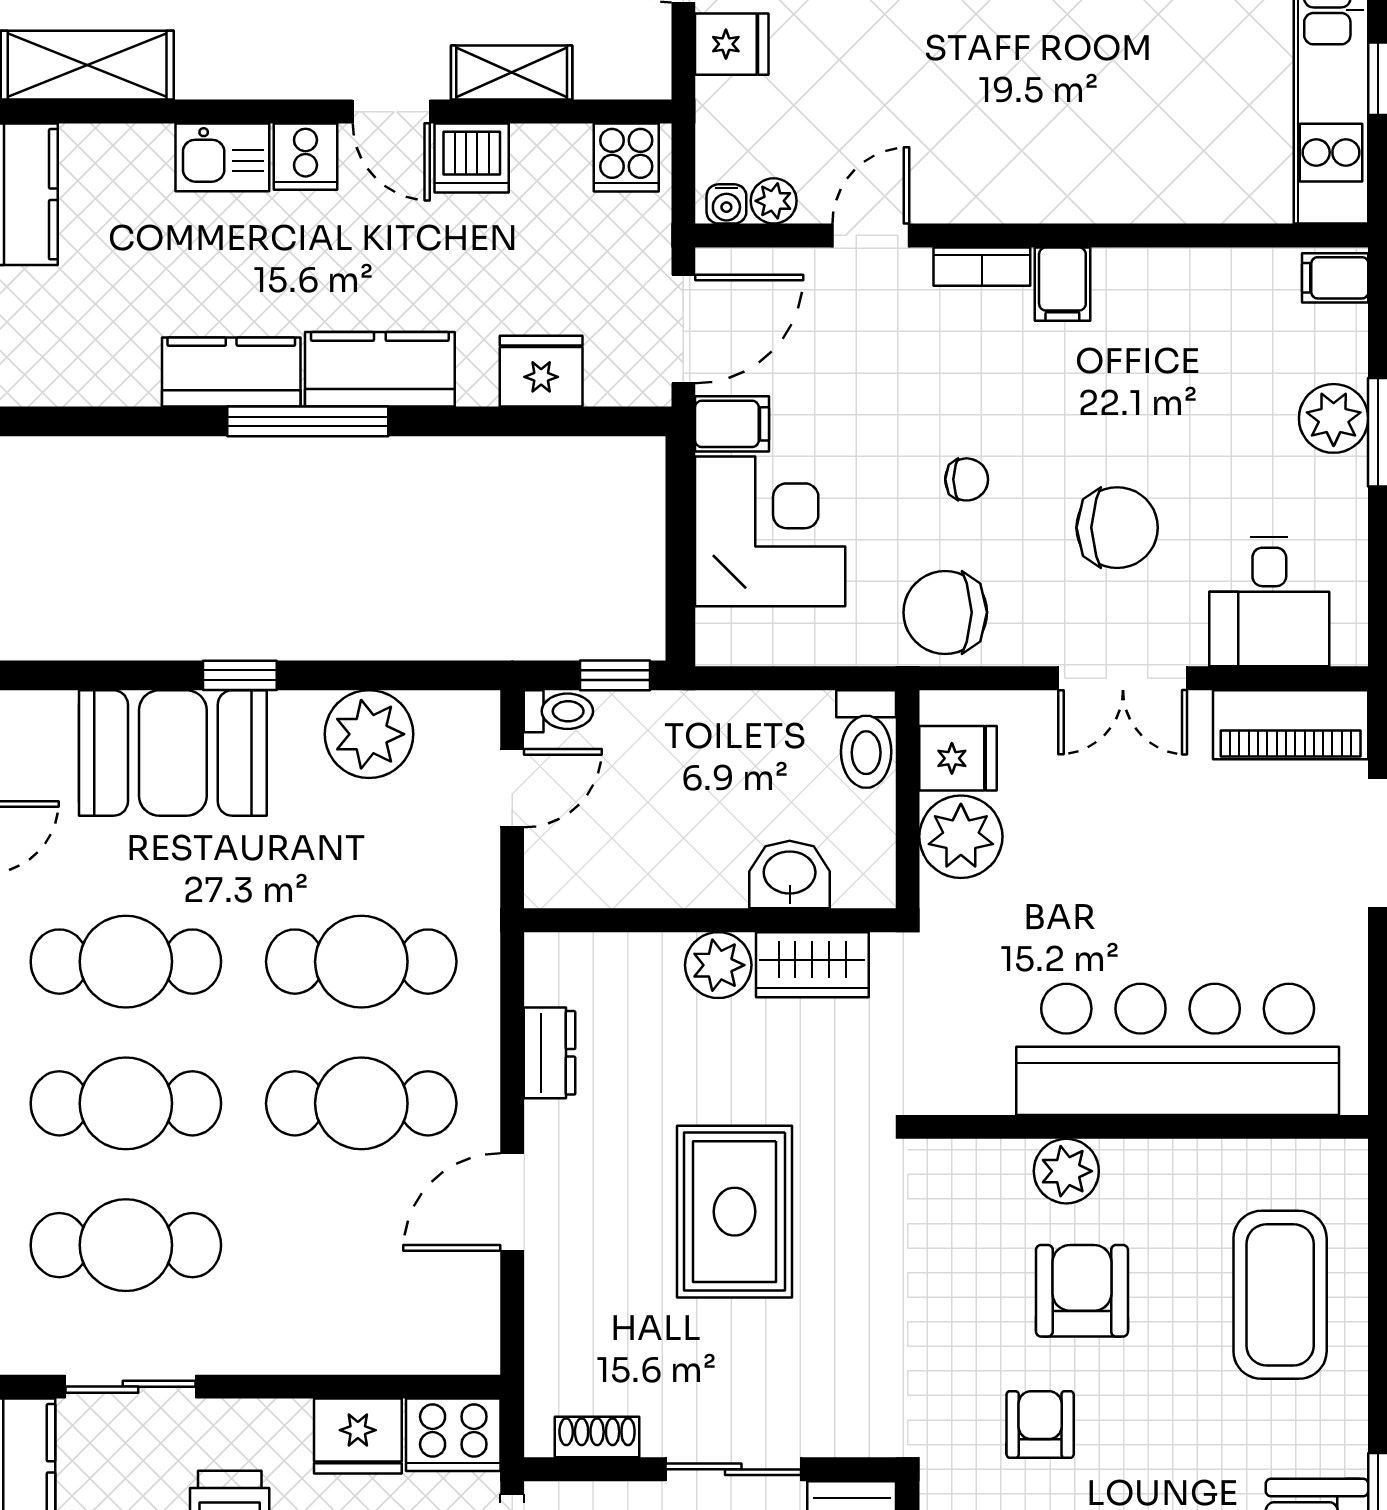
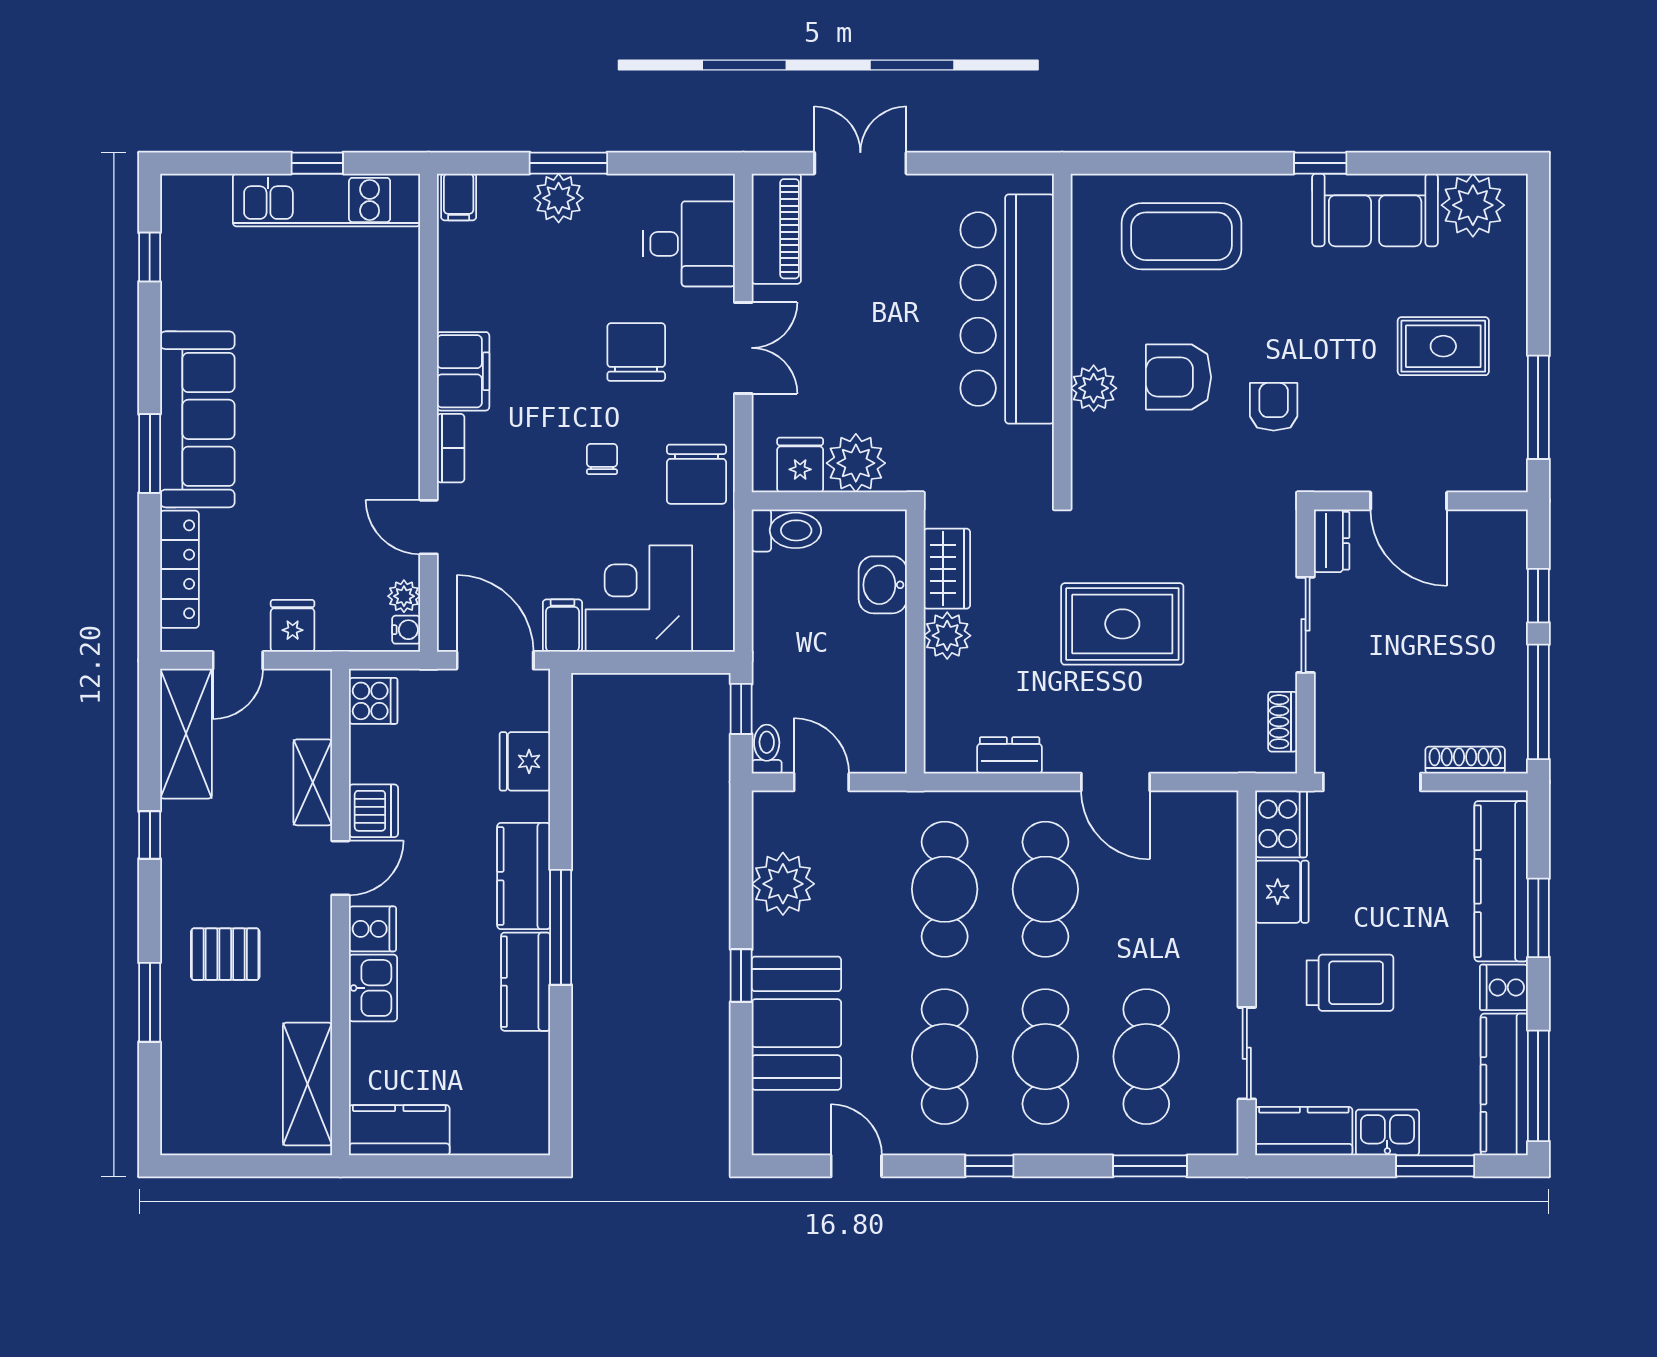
filing cabinet: (1062, 284) -> (463, 371), width x2.00
armchair: (1040, 1424) -> (1274, 407), turned 90

